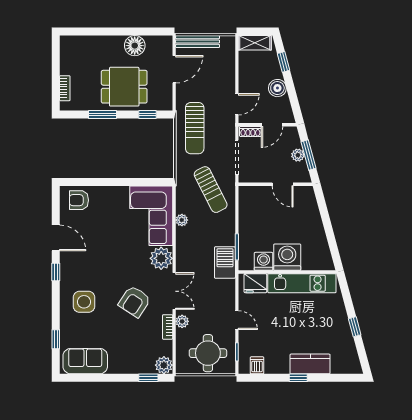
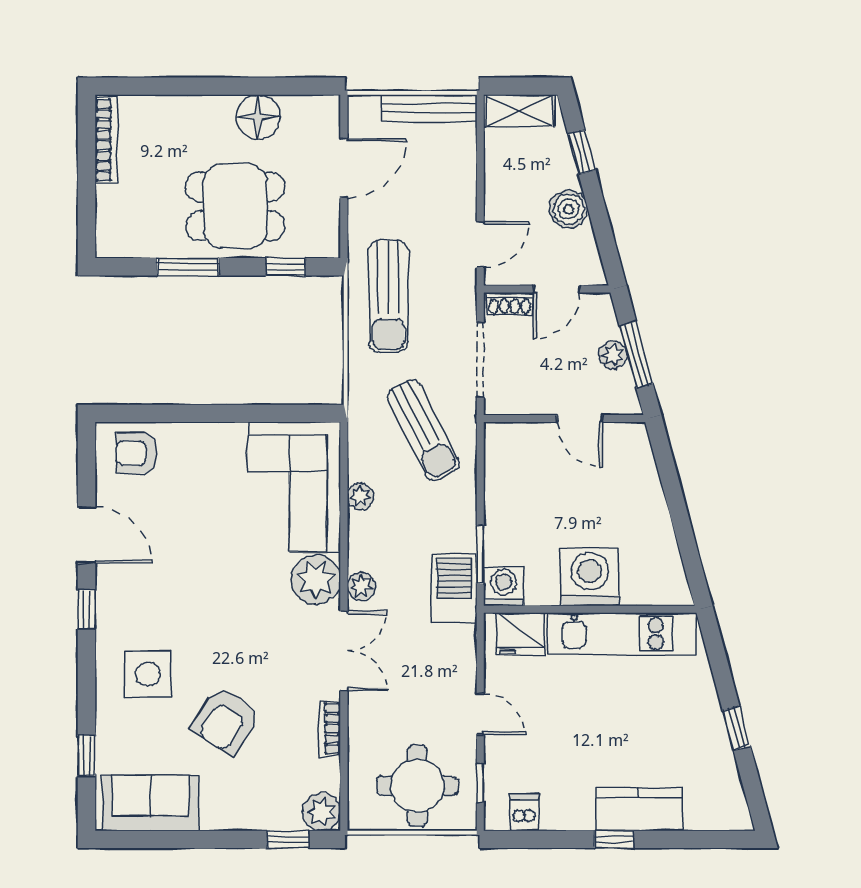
bench: (198, 42) -> (429, 108), moved
bookcase: (65, 88) -> (106, 140), moved, width x1.56
washing machine: (264, 261) -> (503, 586), moved
armchair: (134, 301) -> (226, 721), moved
plant: (182, 321) -> (361, 586), moved

